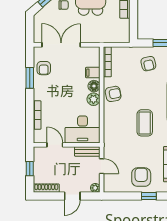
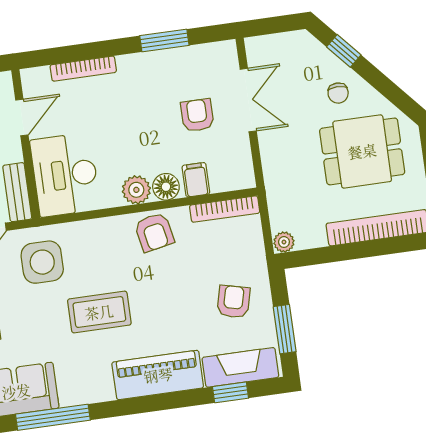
plant: (125, 38) -> (284, 242), added
double door: (61, 45) -> (248, 100), width x0.73
armchair: (148, 64) -> (233, 302), turned 117
armchair: (44, 68) -> (197, 115), moved, turned 90
side table: (119, 145) -> (42, 262), added

